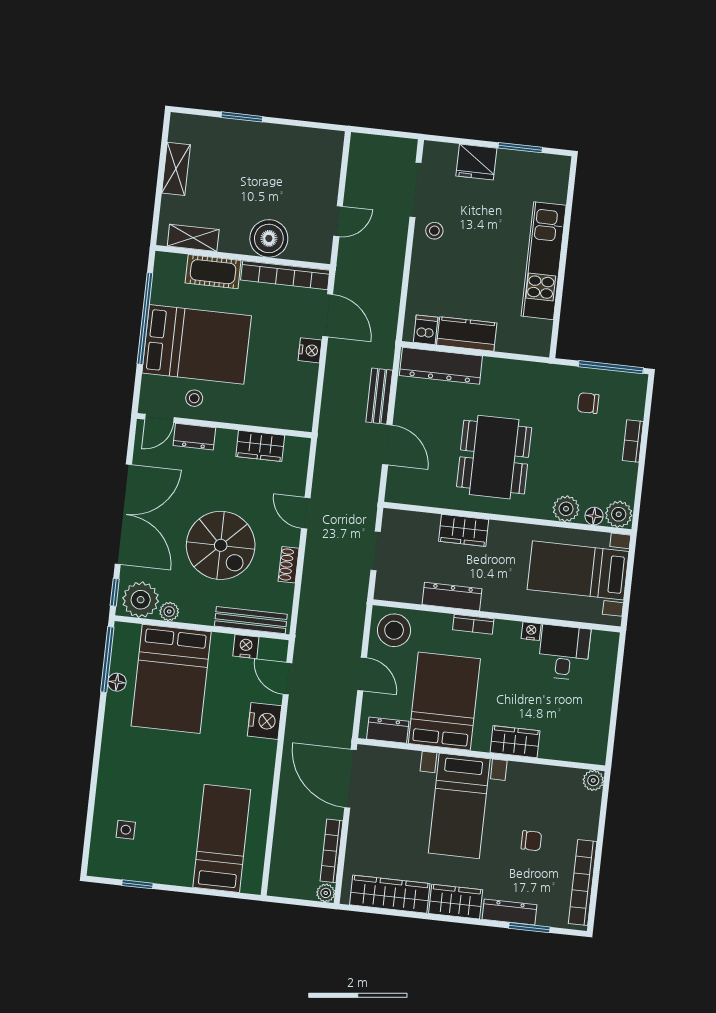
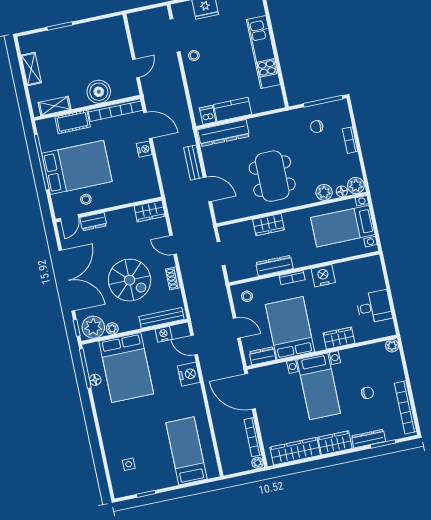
wardrobe: (260, 446) -> (150, 211), moved
stool: (394, 630) -> (247, 296), width x0.53, depth x0.53
nightstand: (531, 631) -> (323, 276), width x1.89, depth x1.79
desk: (564, 652) -> (374, 307), moved, turned 90

